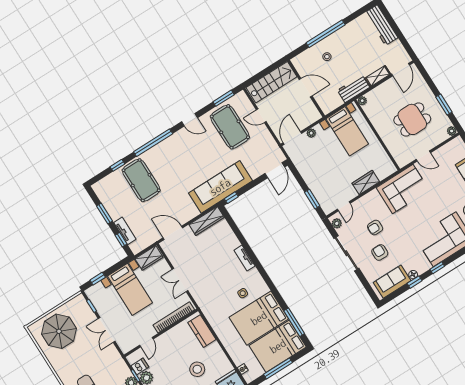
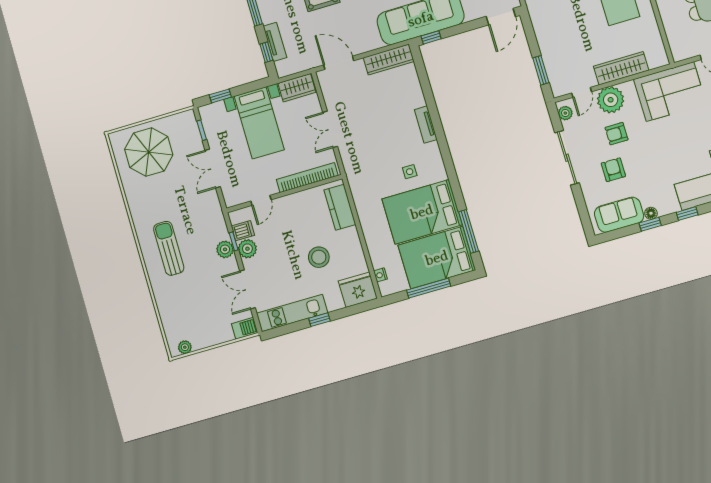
wardrobe: (366, 182) -> (621, 68), width x1.50
plant: (365, 206) -> (611, 100), added

